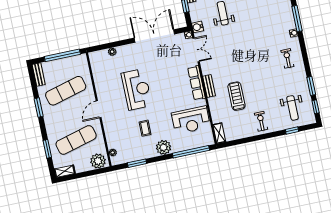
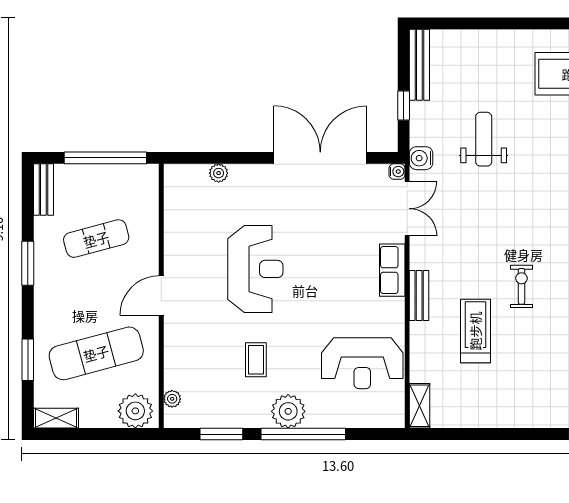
row of seats: (196, 83) -> (392, 270), width x0.68
exercise mat: (66, 91) -> (96, 239), width x0.73, depth x0.69
exercise bike: (261, 121) -> (521, 286), moved
window: (191, 152) -> (303, 434), moved

